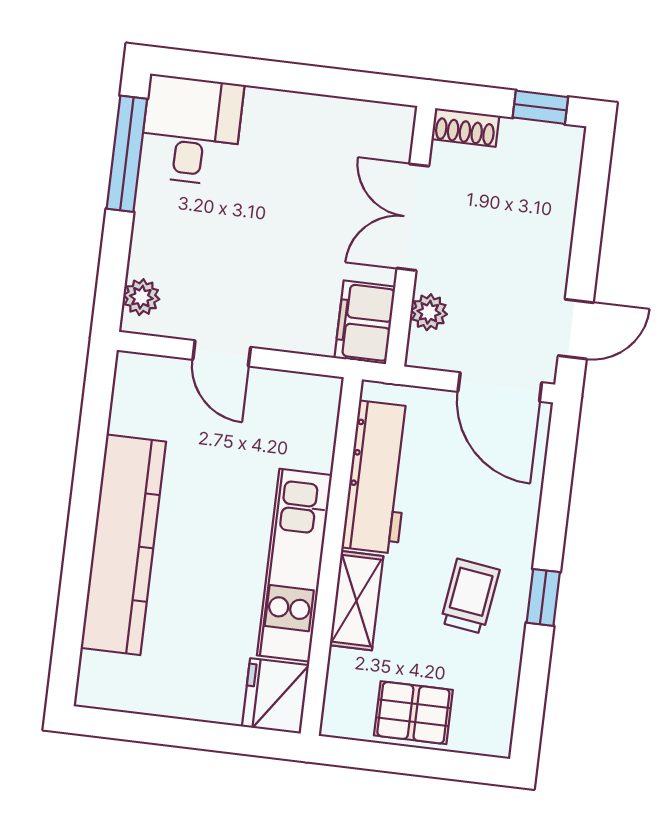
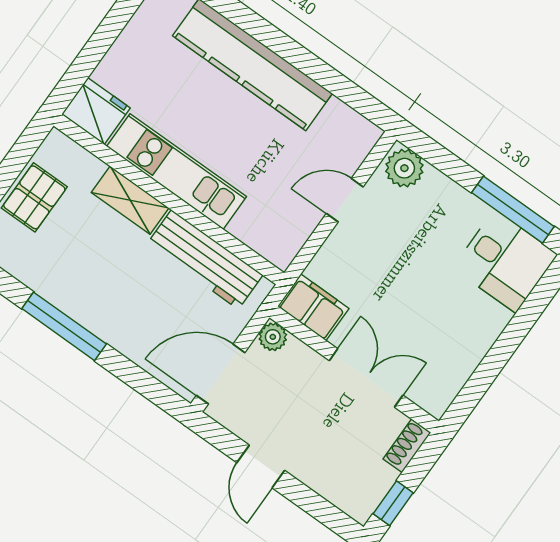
plant: (141, 297) -> (404, 168), width x1.38, depth x1.38
plant: (429, 312) -> (273, 337), moved
door: (576, 329) -> (261, 467), moved
trolley: (470, 596) -> (92, 278), removed
window: (543, 597) -> (64, 326), width x2.17

